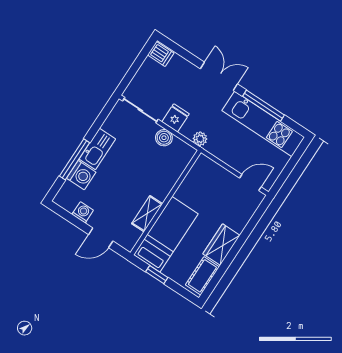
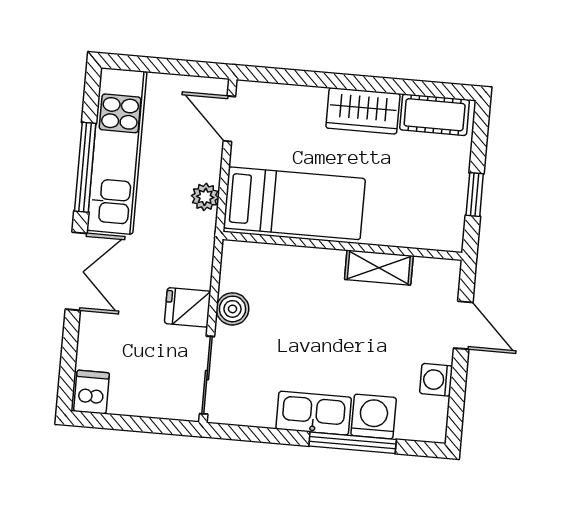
double door: (219, 76) -> (76, 271), swing flipped
plant: (200, 139) -> (205, 197), moved
bed: (166, 234) -> (294, 203), moved, turned 180

